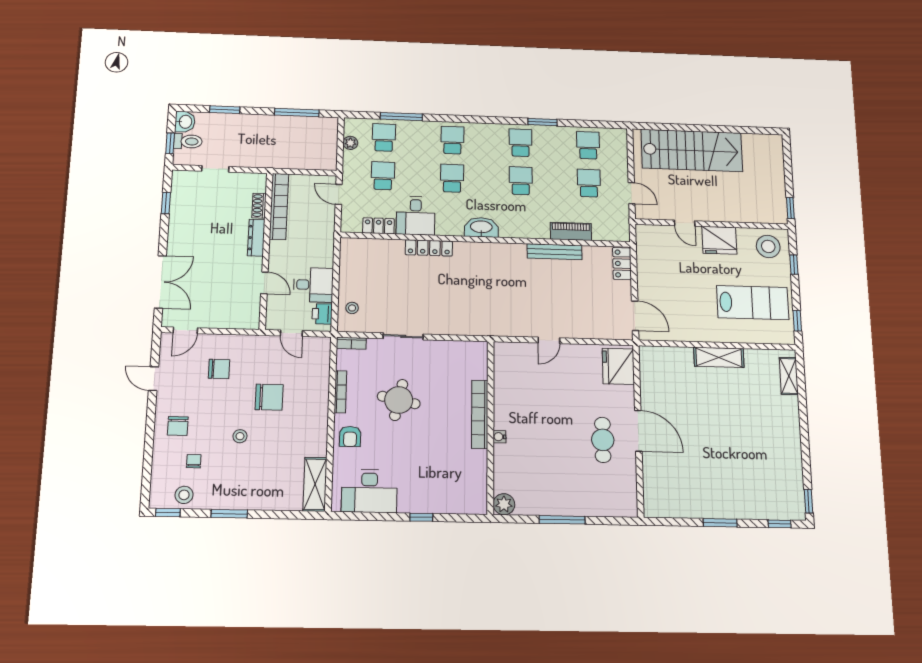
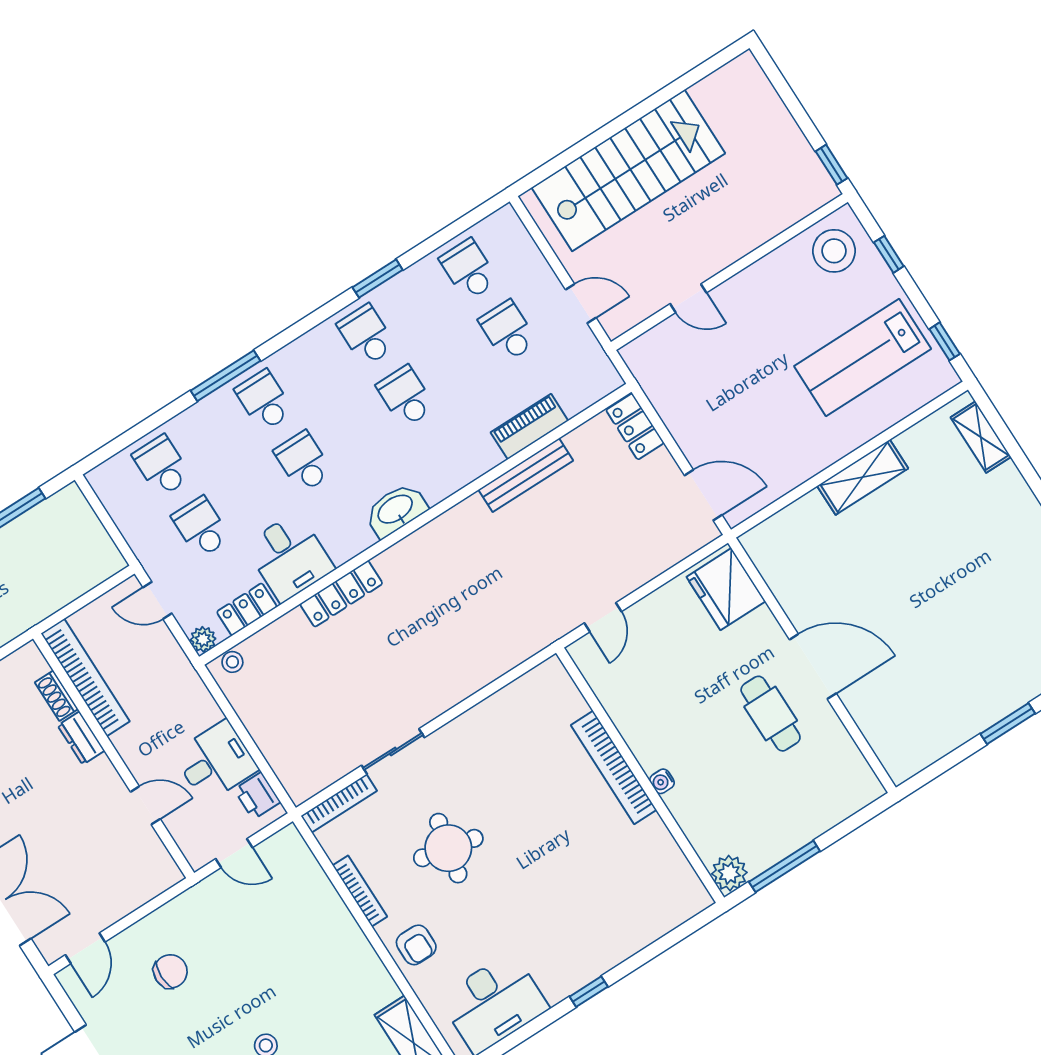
window: (401, 117) -> (226, 376), moved
plant: (350, 143) -> (203, 639), moved
dresser: (256, 238) -> (81, 738), width x0.70
fridge: (719, 240) -> (756, 291), removed
lab bench: (753, 303) -> (863, 357), turned 180
stool: (352, 308) -> (232, 662), moved
bookcase: (351, 343) -> (339, 803), width x1.56
chair: (269, 397) -> (267, 965), removed
bookcase: (480, 414) -> (614, 767), moved
wall: (490, 427) -> (640, 775), moved
water cooler: (499, 437) -> (662, 781), moved
plant: (504, 504) -> (729, 873), moved

